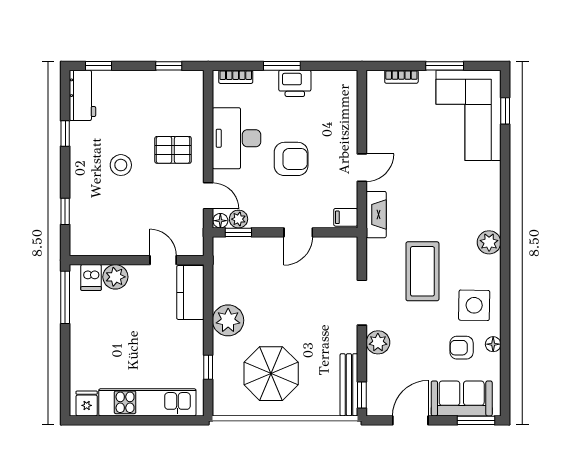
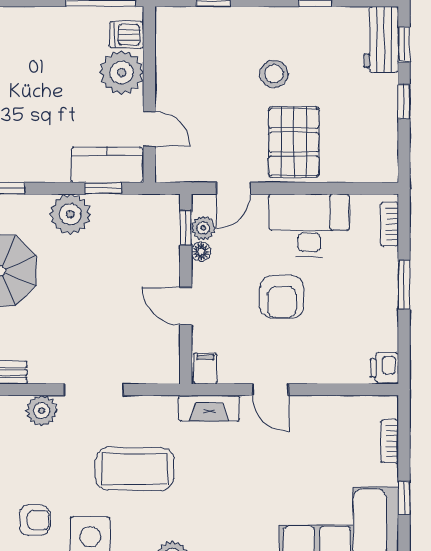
window: (169, 66) -> (404, 102), moved
window: (445, 66) -> (404, 498), width x0.67
printer: (295, 83) -> (384, 368), moved, width x0.73, depth x0.81
workbench: (82, 95) -> (381, 39), moved, turned 90
pallet: (173, 150) -> (294, 142), width x1.50, depth x1.42
floor lamp: (220, 221) -> (201, 252), moved
door: (163, 260) -> (149, 129), hinge flipped
plant: (115, 277) -> (122, 72), width x1.36, depth x1.36
window: (208, 296) -> (103, 188), added
armchair: (462, 348) -> (35, 520), turned 90

